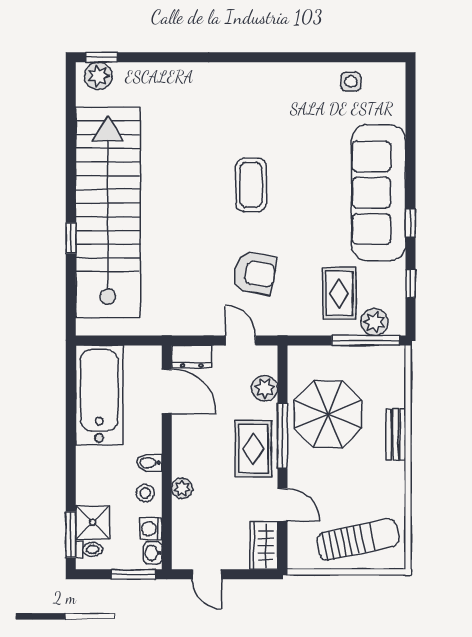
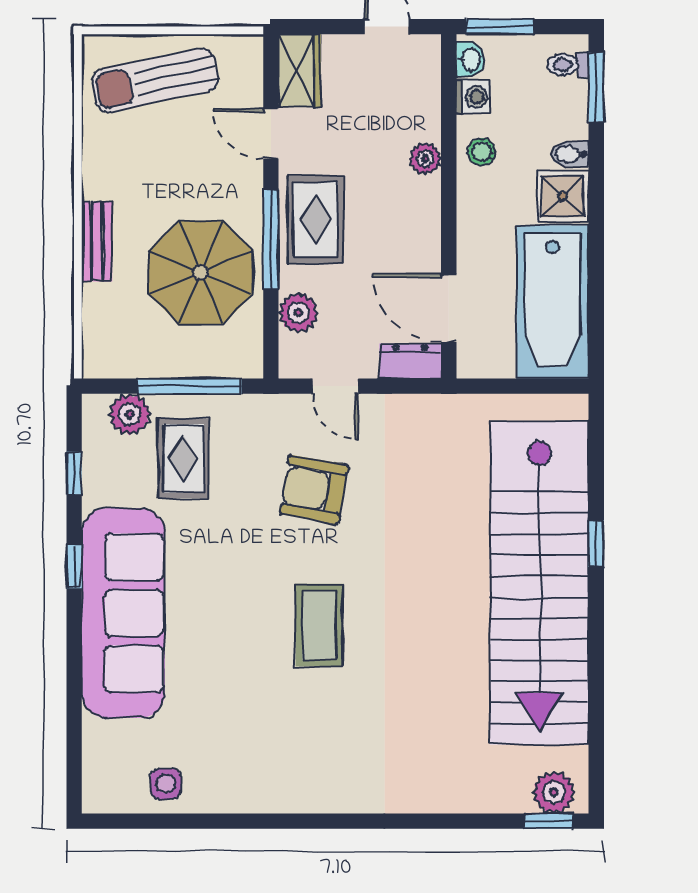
window: (366, 340) -> (189, 386), moved
bidet: (150, 463) -> (570, 154), moved, turned 180
shower: (93, 522) -> (563, 196), moved

